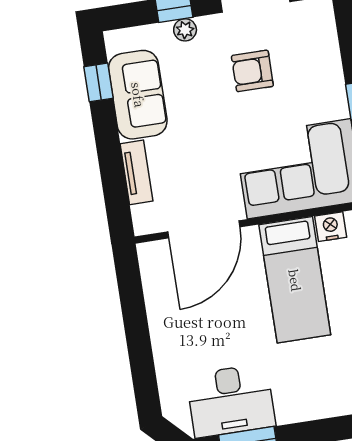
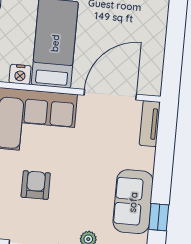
armchair: (252, 71) -> (36, 185), moved, turned -90
tv unit: (136, 172) -> (150, 124), moved

